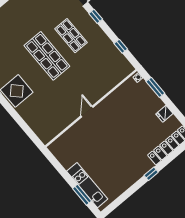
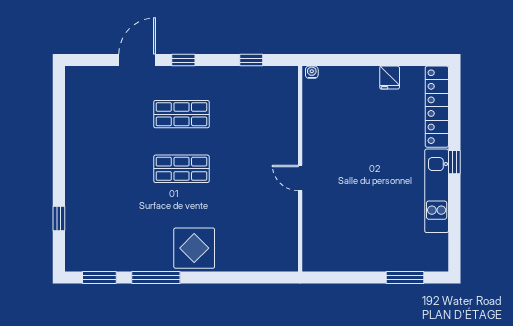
shop shelf: (47, 56) -> (181, 169), width x0.70, depth x0.74
window: (155, 87) -> (344, 60), removed
kitchen unit: (87, 185) -> (437, 191), moved, turned -90

